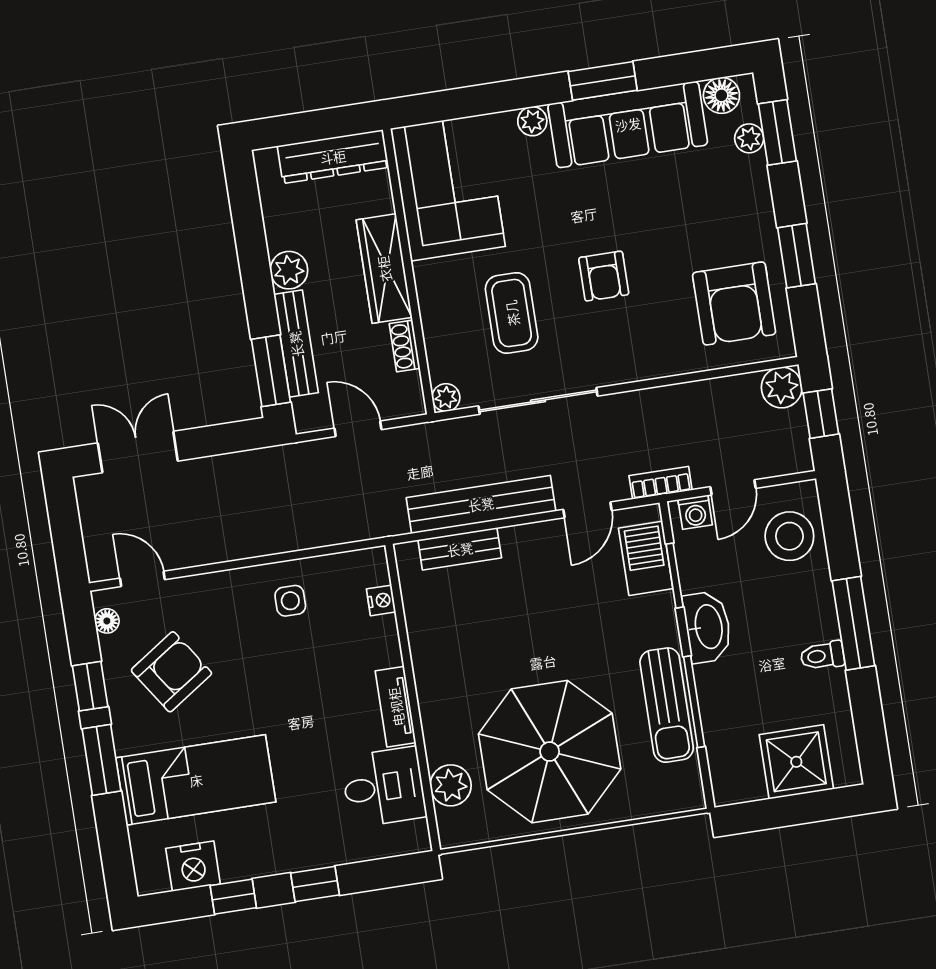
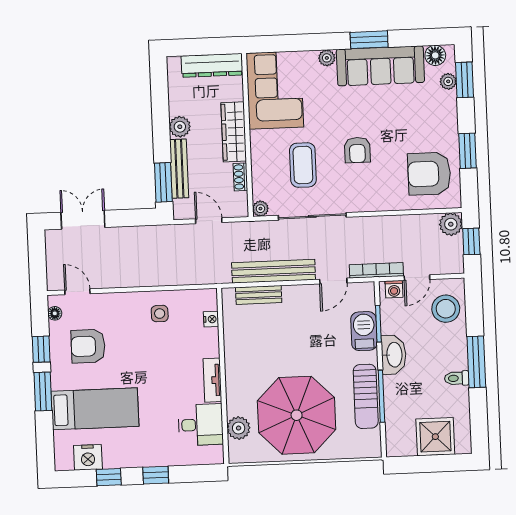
armchair: (734, 303) -> (429, 174), turned 90
bookcase: (661, 483) -> (376, 270), width x1.56
barbecue: (646, 558) -> (364, 331), moved
armchair: (171, 672) -> (88, 346), turned -146

